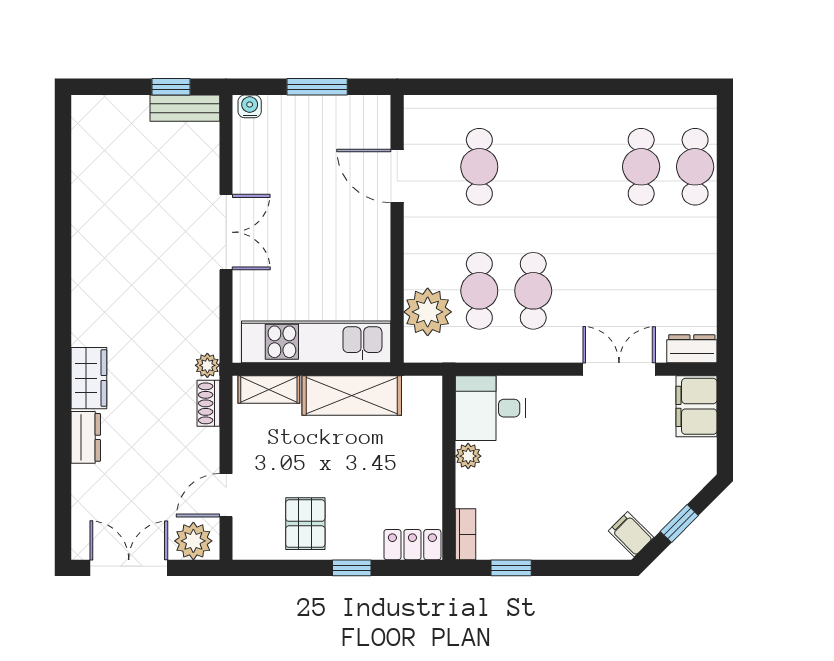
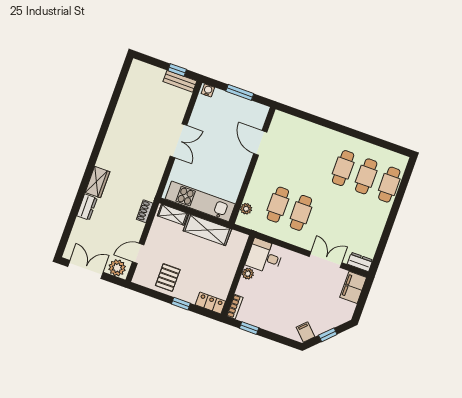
cafe table: (479, 167) -> (343, 168), moved
plant: (428, 312) -> (246, 209), width x0.53, depth x0.53
plant: (207, 365) -> (150, 195), removed

